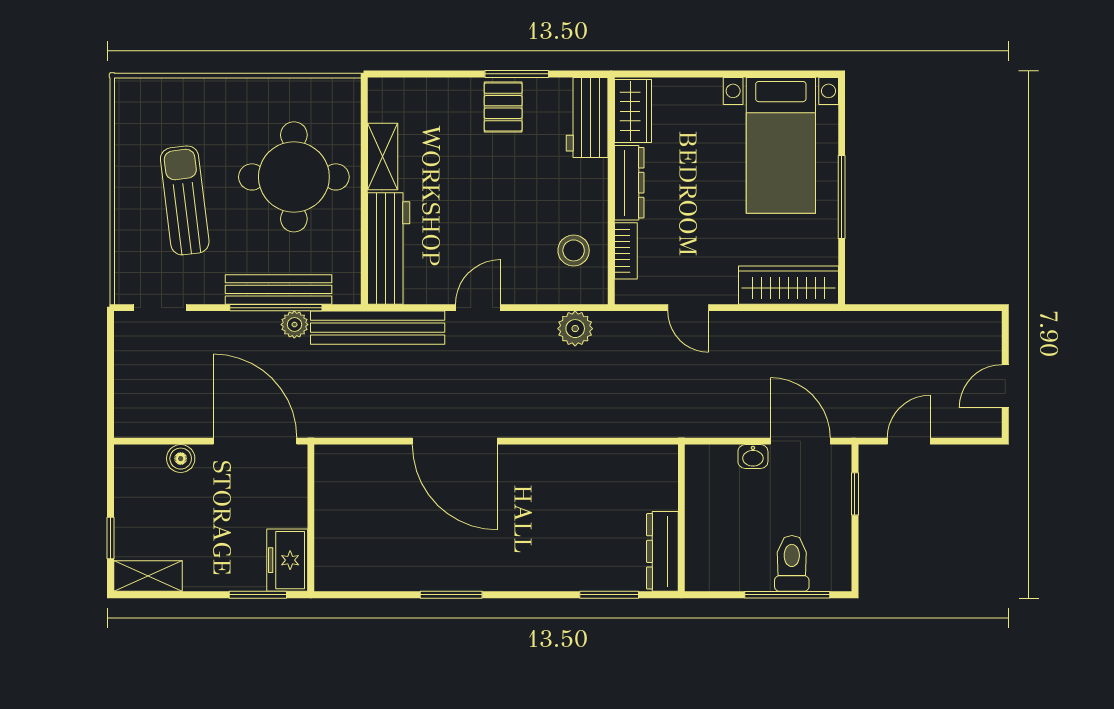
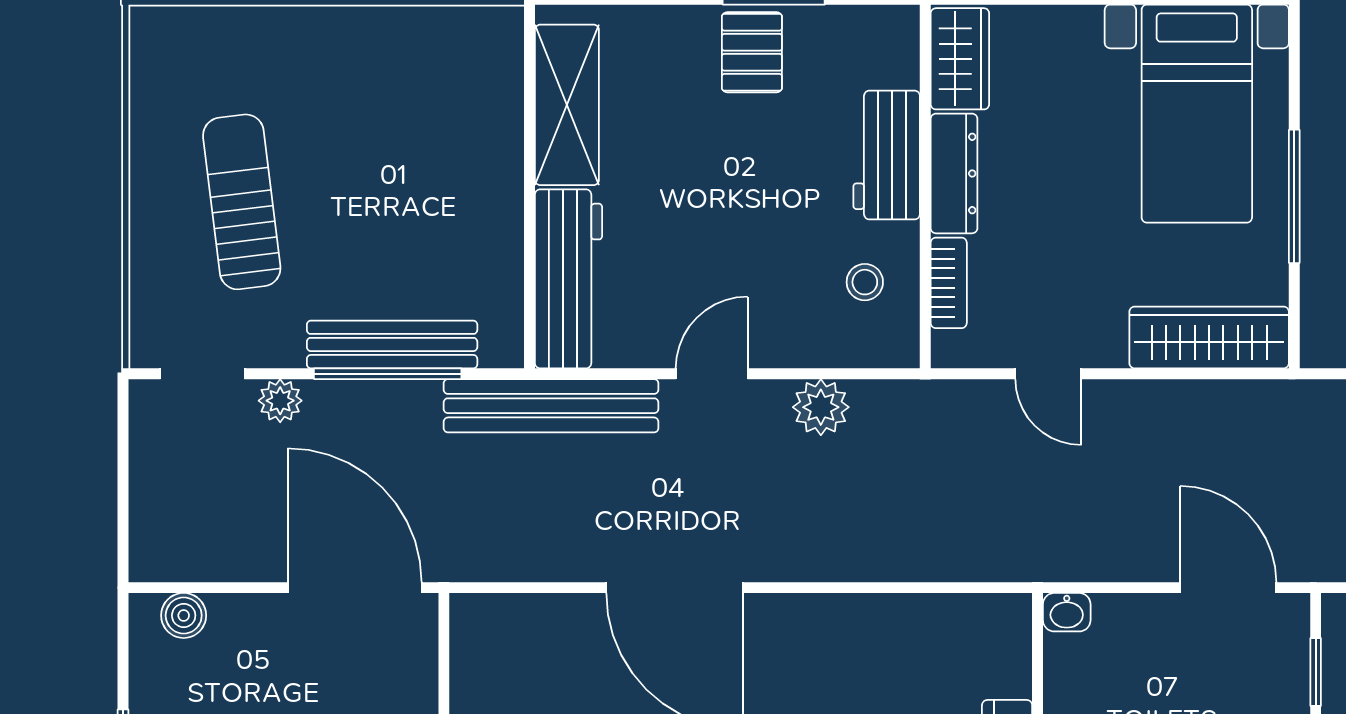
workbench: (587, 117) -> (887, 155), moved
shelving: (383, 157) -> (567, 105), width x1.50, depth x1.33
round table: (294, 177) -> (417, 164), removed
stool: (574, 250) -> (865, 282), width x0.73, depth x0.73
plant: (294, 325) -> (280, 401), moved
plant: (575, 329) -> (821, 407), moved
washbasin: (753, 457) -> (1067, 612), moved
boiler: (181, 459) -> (184, 615), moved

